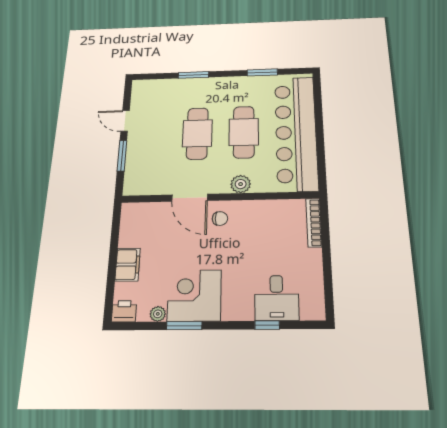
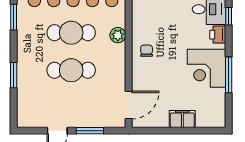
door: (190, 198) -> (129, 105), moved
printer: (124, 311) -> (218, 35), moved
plant: (158, 314) -> (220, 94), removed
window: (184, 326) -> (229, 75), width x1.44

